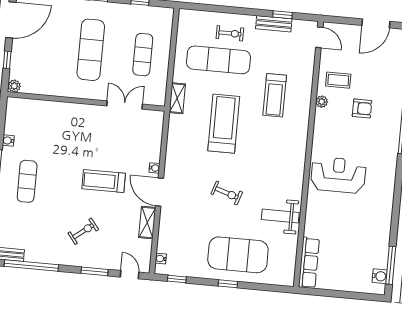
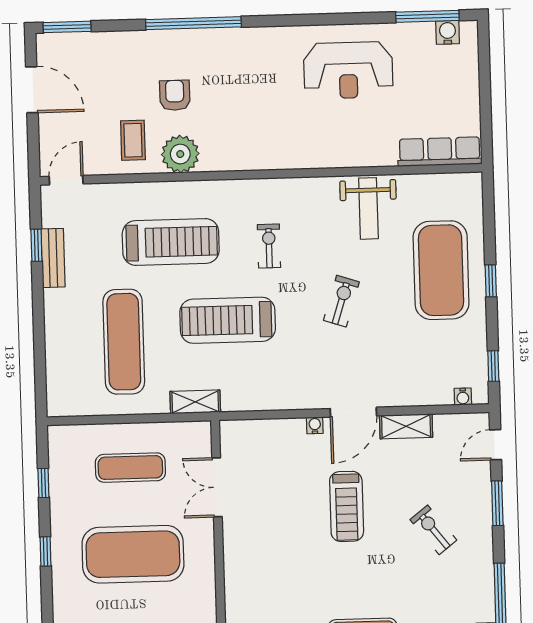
exercise bike: (230, 33) -> (269, 246), moved
exercise mat: (91, 50) -> (133, 554), width x1.47
treadmill: (275, 95) -> (171, 242), width x1.37, depth x1.38
plant: (322, 102) -> (180, 154), width x1.88, depth x1.88
reception desk: (338, 175) -> (348, 70), moved, turned -90

